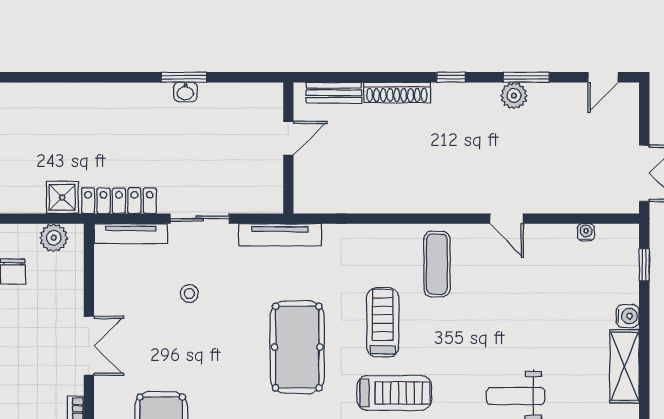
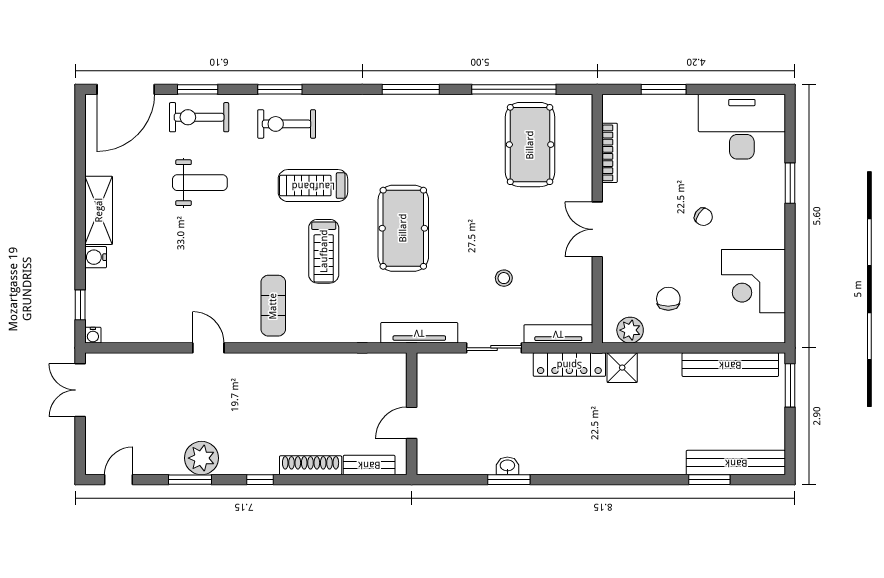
plant: (514, 96) -> (201, 458), width x1.36, depth x1.36
water cooler: (586, 232) -> (93, 335), moved

